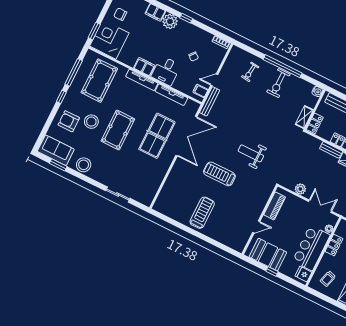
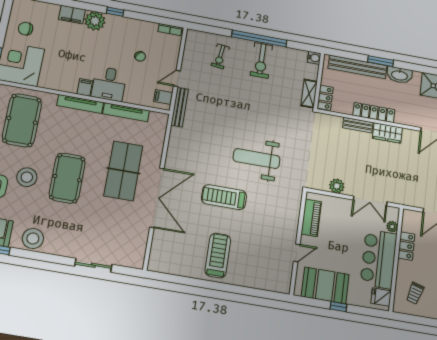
filing cabinet: (144, 67) -> (85, 87), width x0.50
double door: (186, 136) -> (157, 198), moved
weight bench: (251, 153) -> (256, 159), width x1.36, depth x1.33
double door: (320, 206) -> (370, 201), swing flipped

